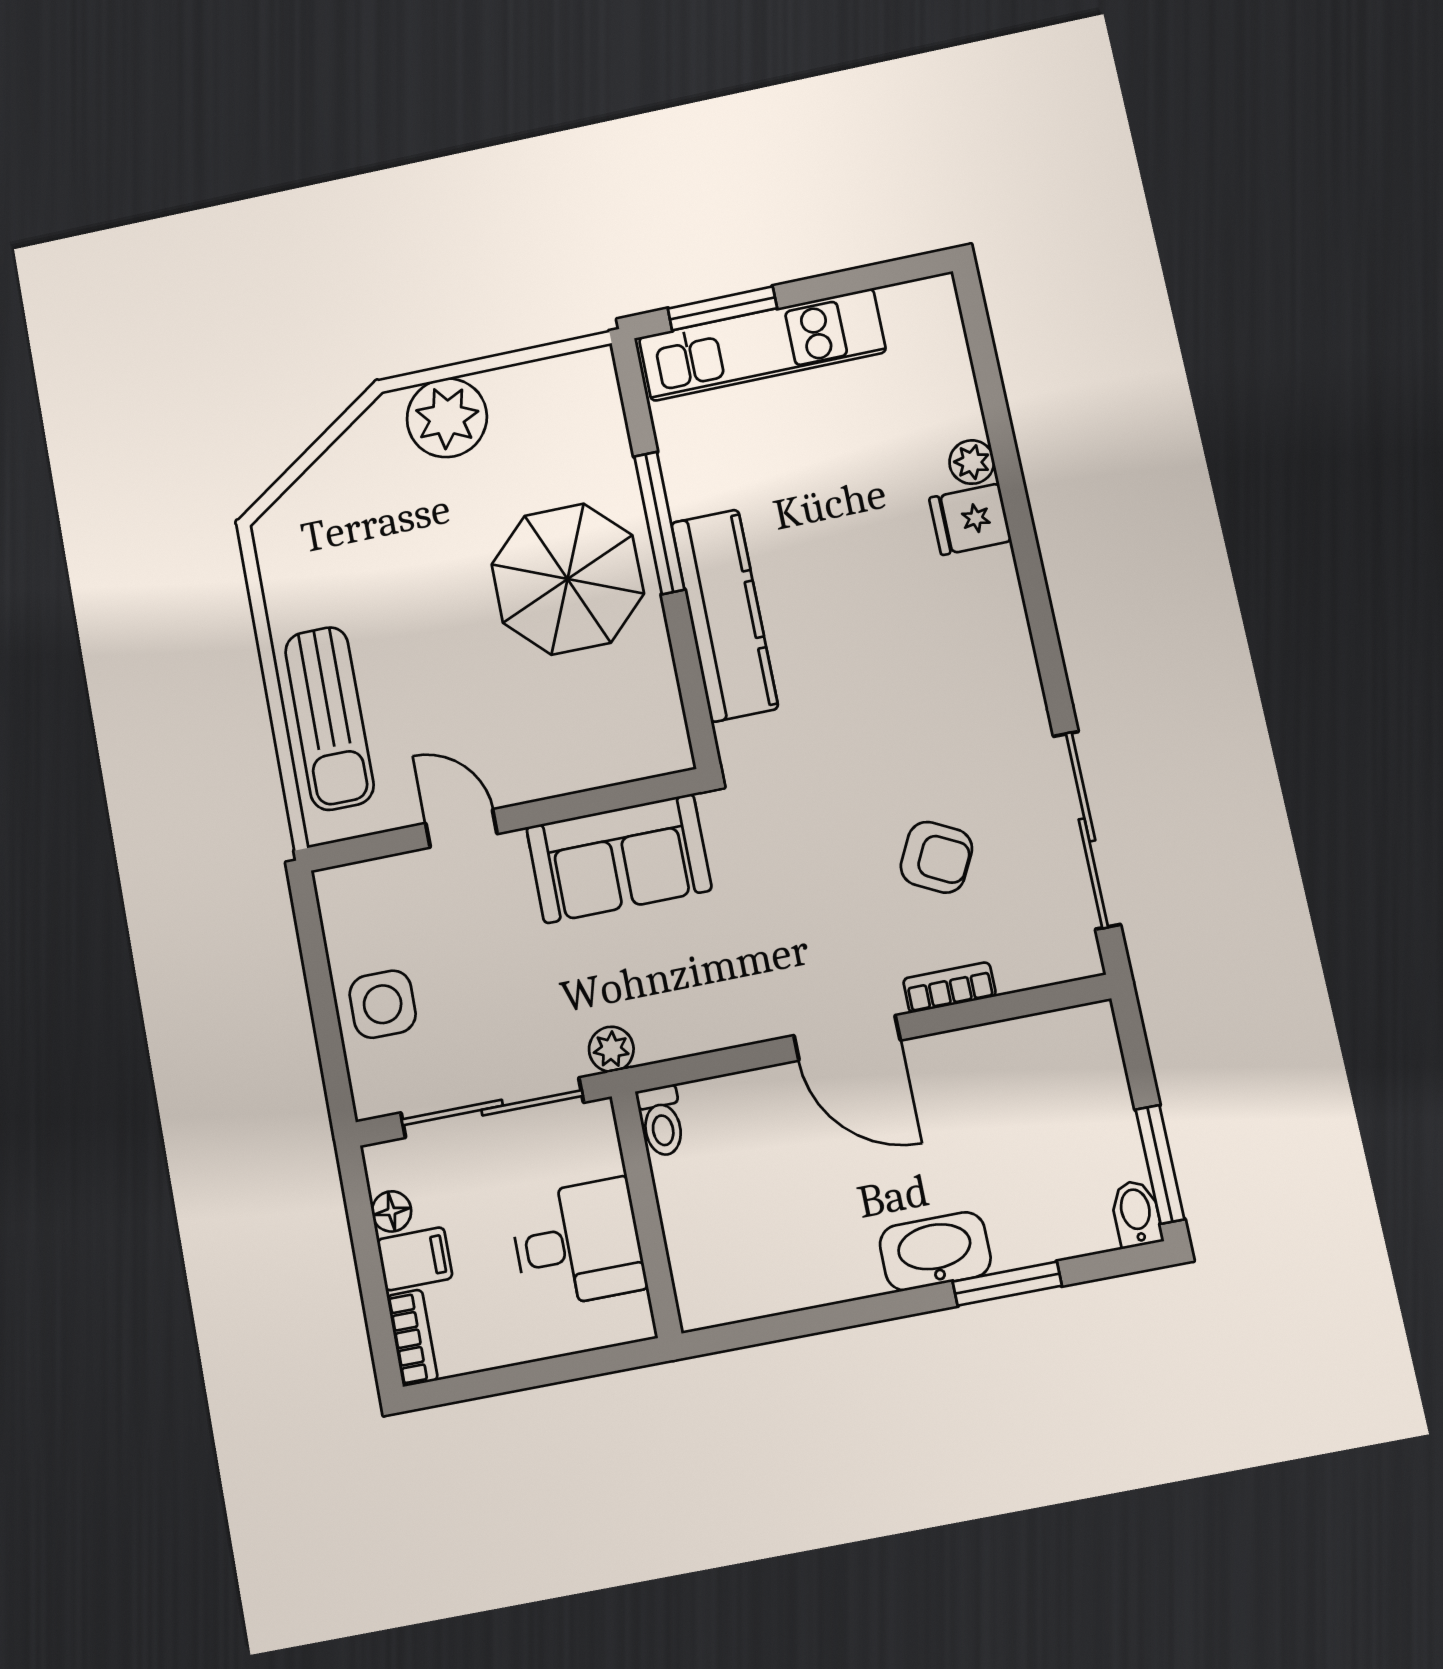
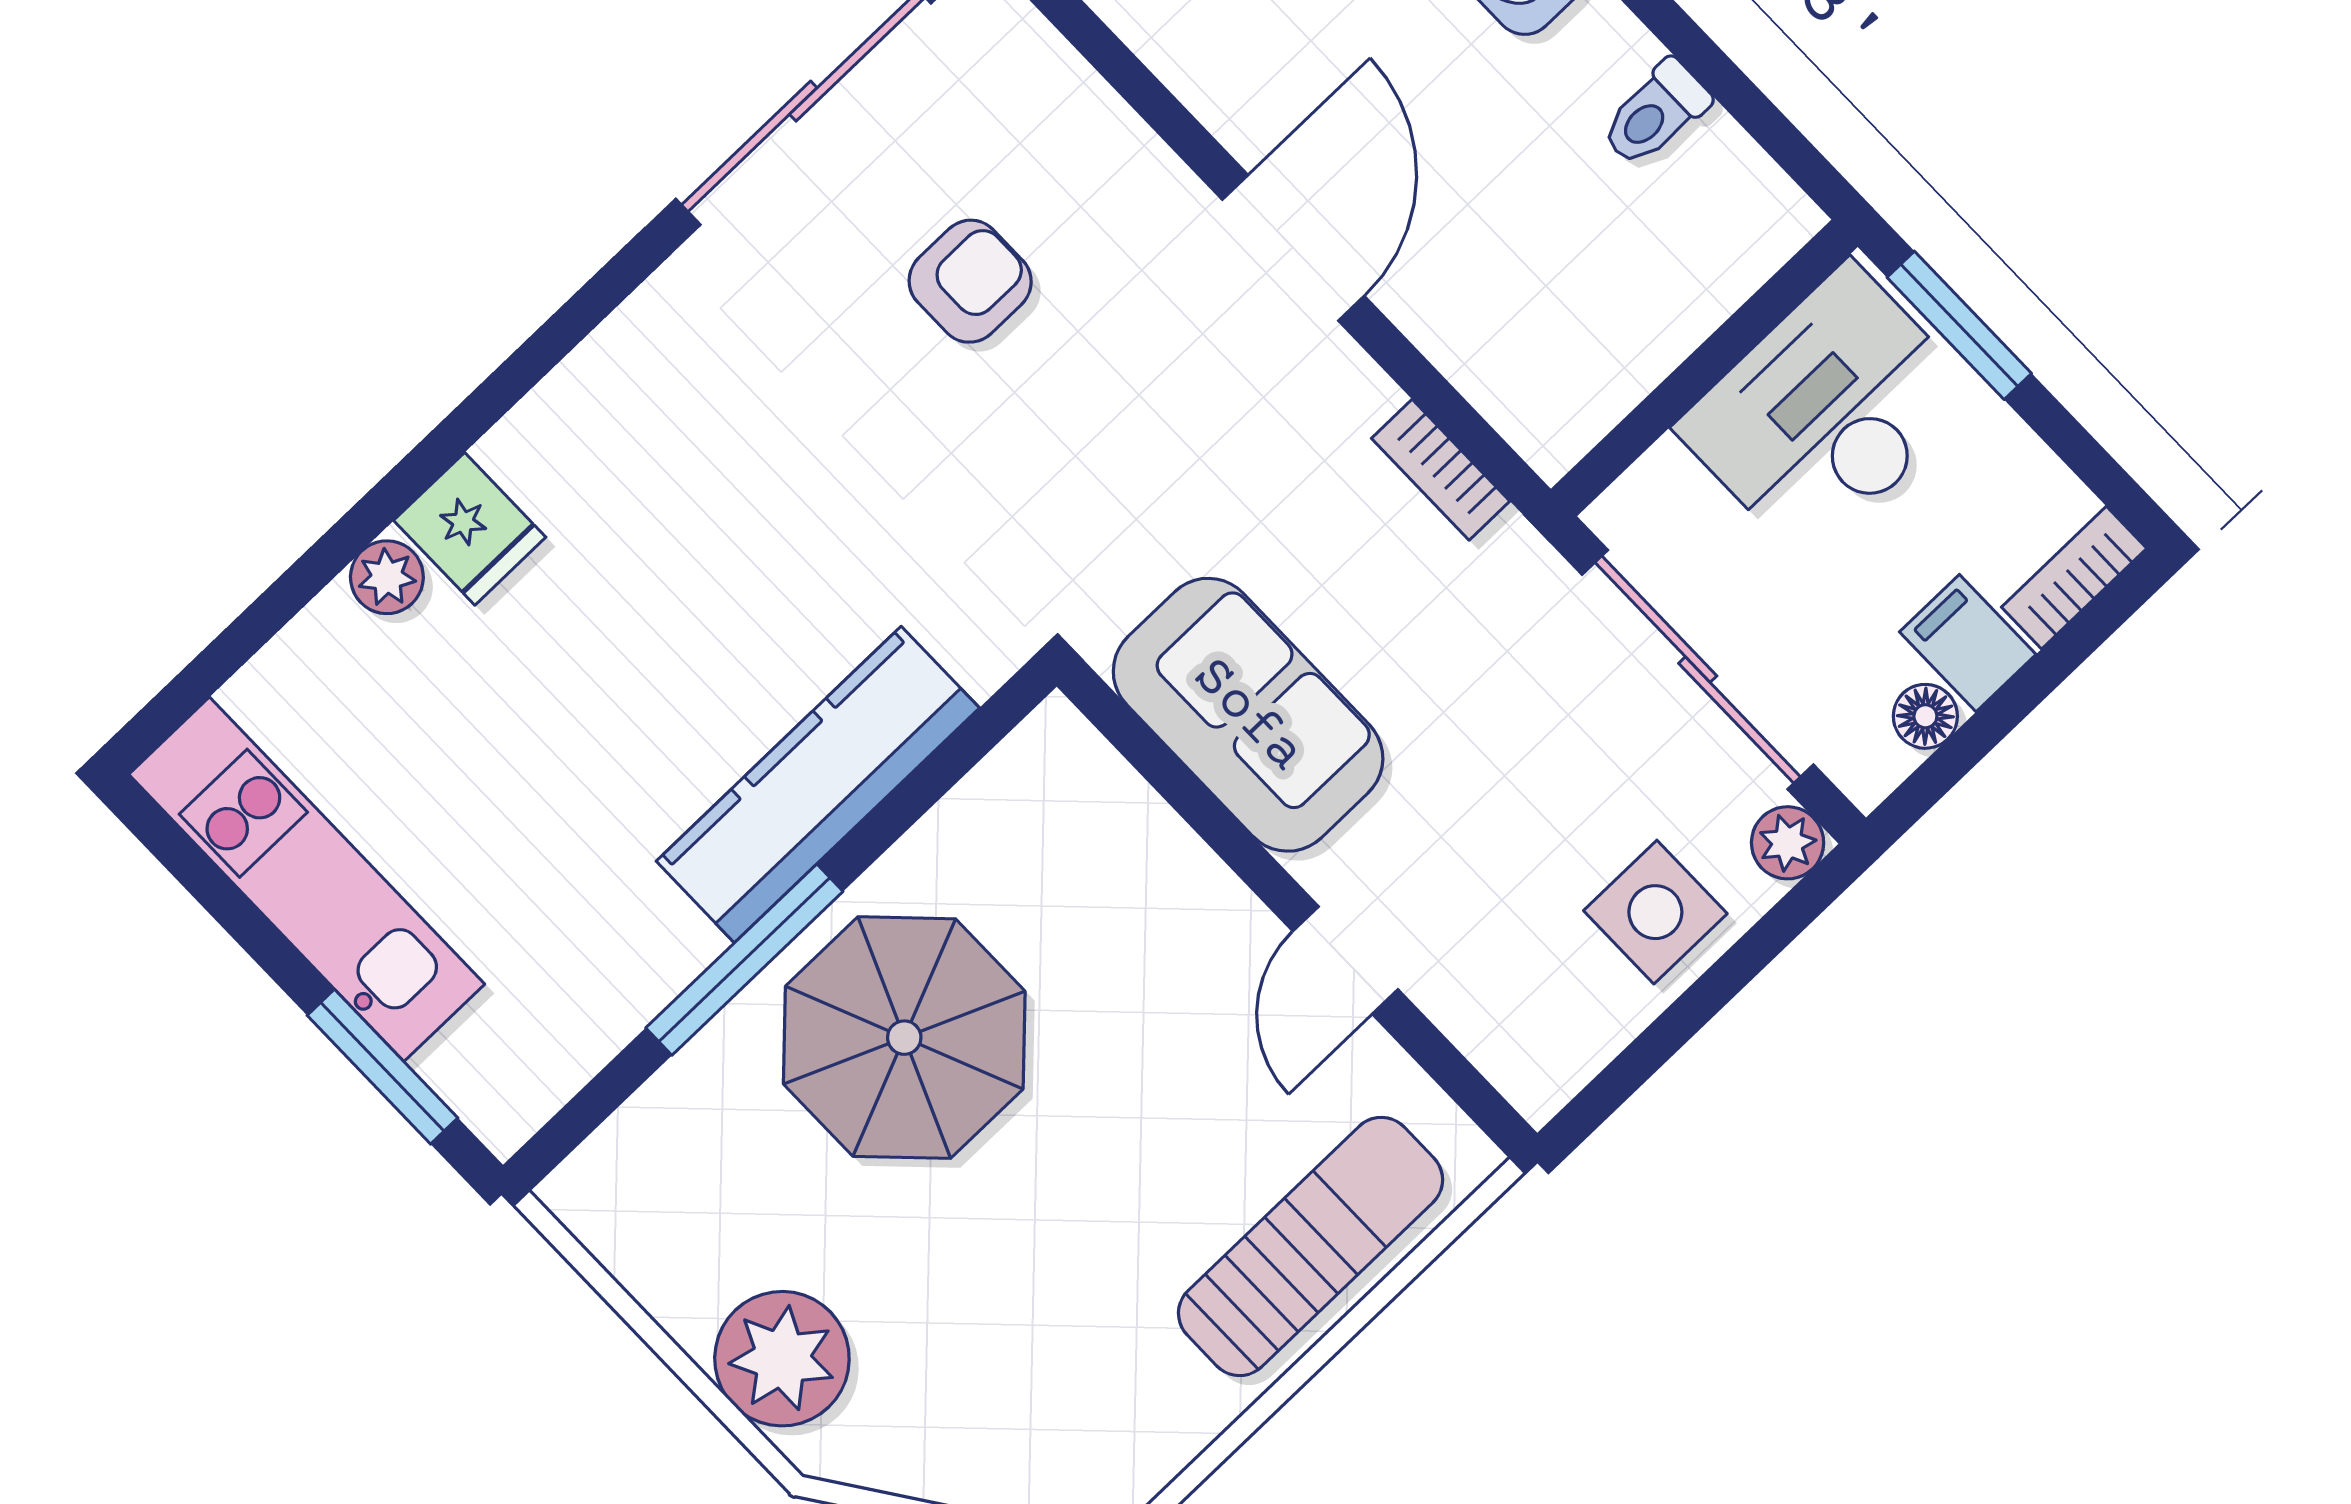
kitchen unit: (762, 345) -> (307, 879), moved
armchair: (936, 857) -> (970, 281), turned 63
bookcase: (949, 987) -> (1441, 470), moved
plant: (611, 1049) -> (1788, 843), moved
toilet: (661, 1121) -> (1655, 114), moved, turned 180
desk: (578, 1243) -> (1828, 412), width x1.37
window: (582, 1365) -> (1959, 325), added

